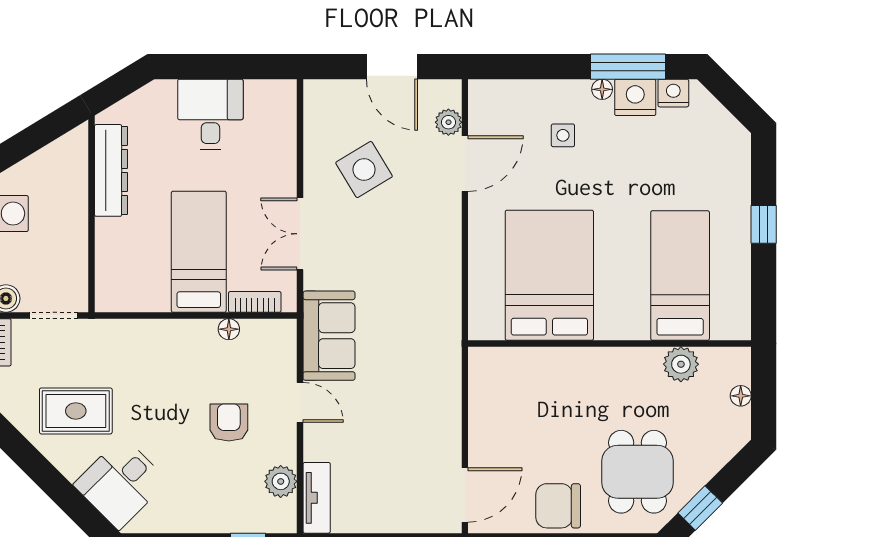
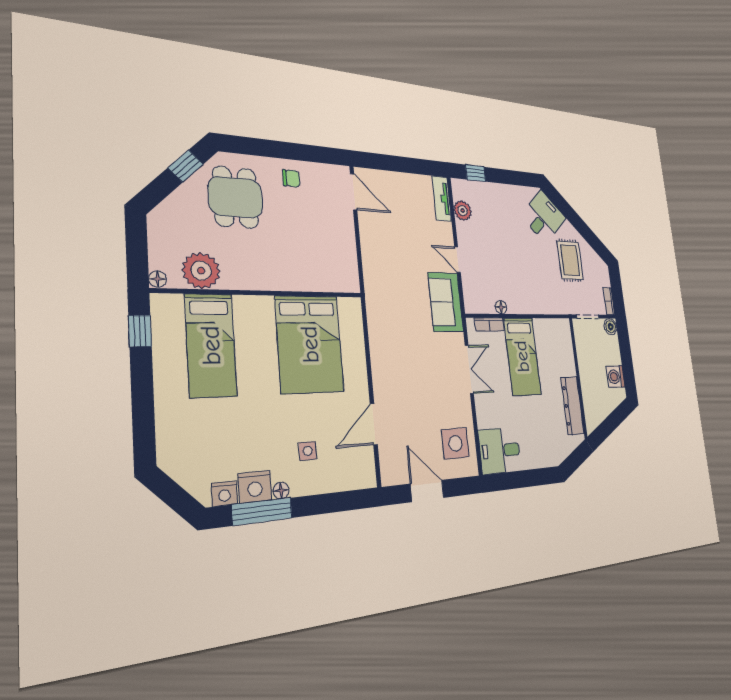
desk: (210, 114) -> (500, 451), moved, turned 90
plant: (448, 122) -> (387, 454), removed
side table: (364, 170) -> (455, 443), moved, turned 31
window: (764, 224) -> (140, 331), moved
plant: (681, 364) -> (201, 271), width x1.36, depth x1.36
floor lamp: (741, 396) -> (158, 279), moved
rug: (76, 411) -> (570, 260), turned 90
armchair: (229, 423) -> (494, 249), removed
door: (465, 495) -> (354, 192), swing flipped
chair: (558, 506) -> (291, 178), width x0.54, depth x0.54

